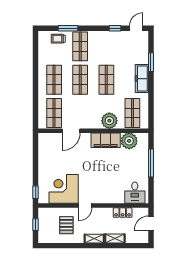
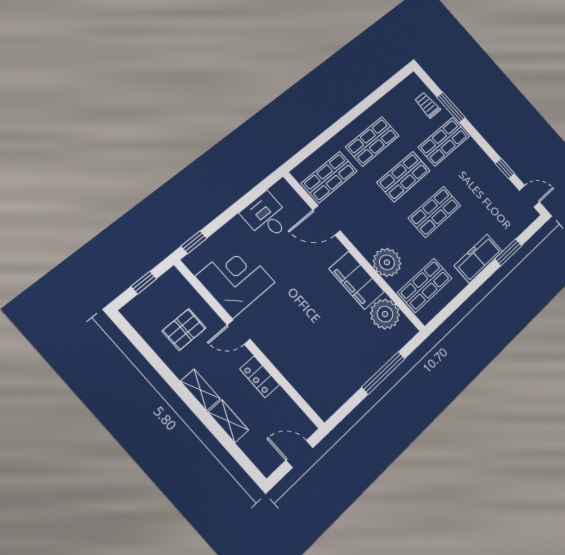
desk: (135, 193) -> (266, 217), moved, turned 90
locker: (123, 213) -> (260, 377), moved

